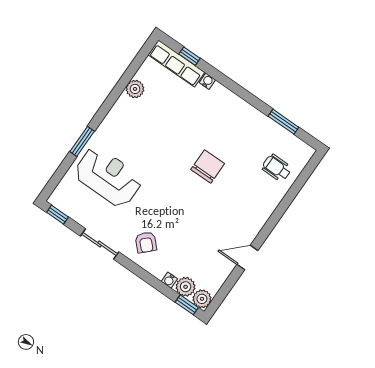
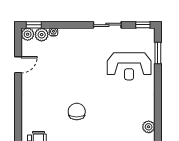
window: (82, 141) -> (158, 53), moved
chair: (208, 166) -> (77, 112), turned 180
armchair: (146, 242) -> (82, 44), removed
door: (247, 257) -> (18, 65), moved

